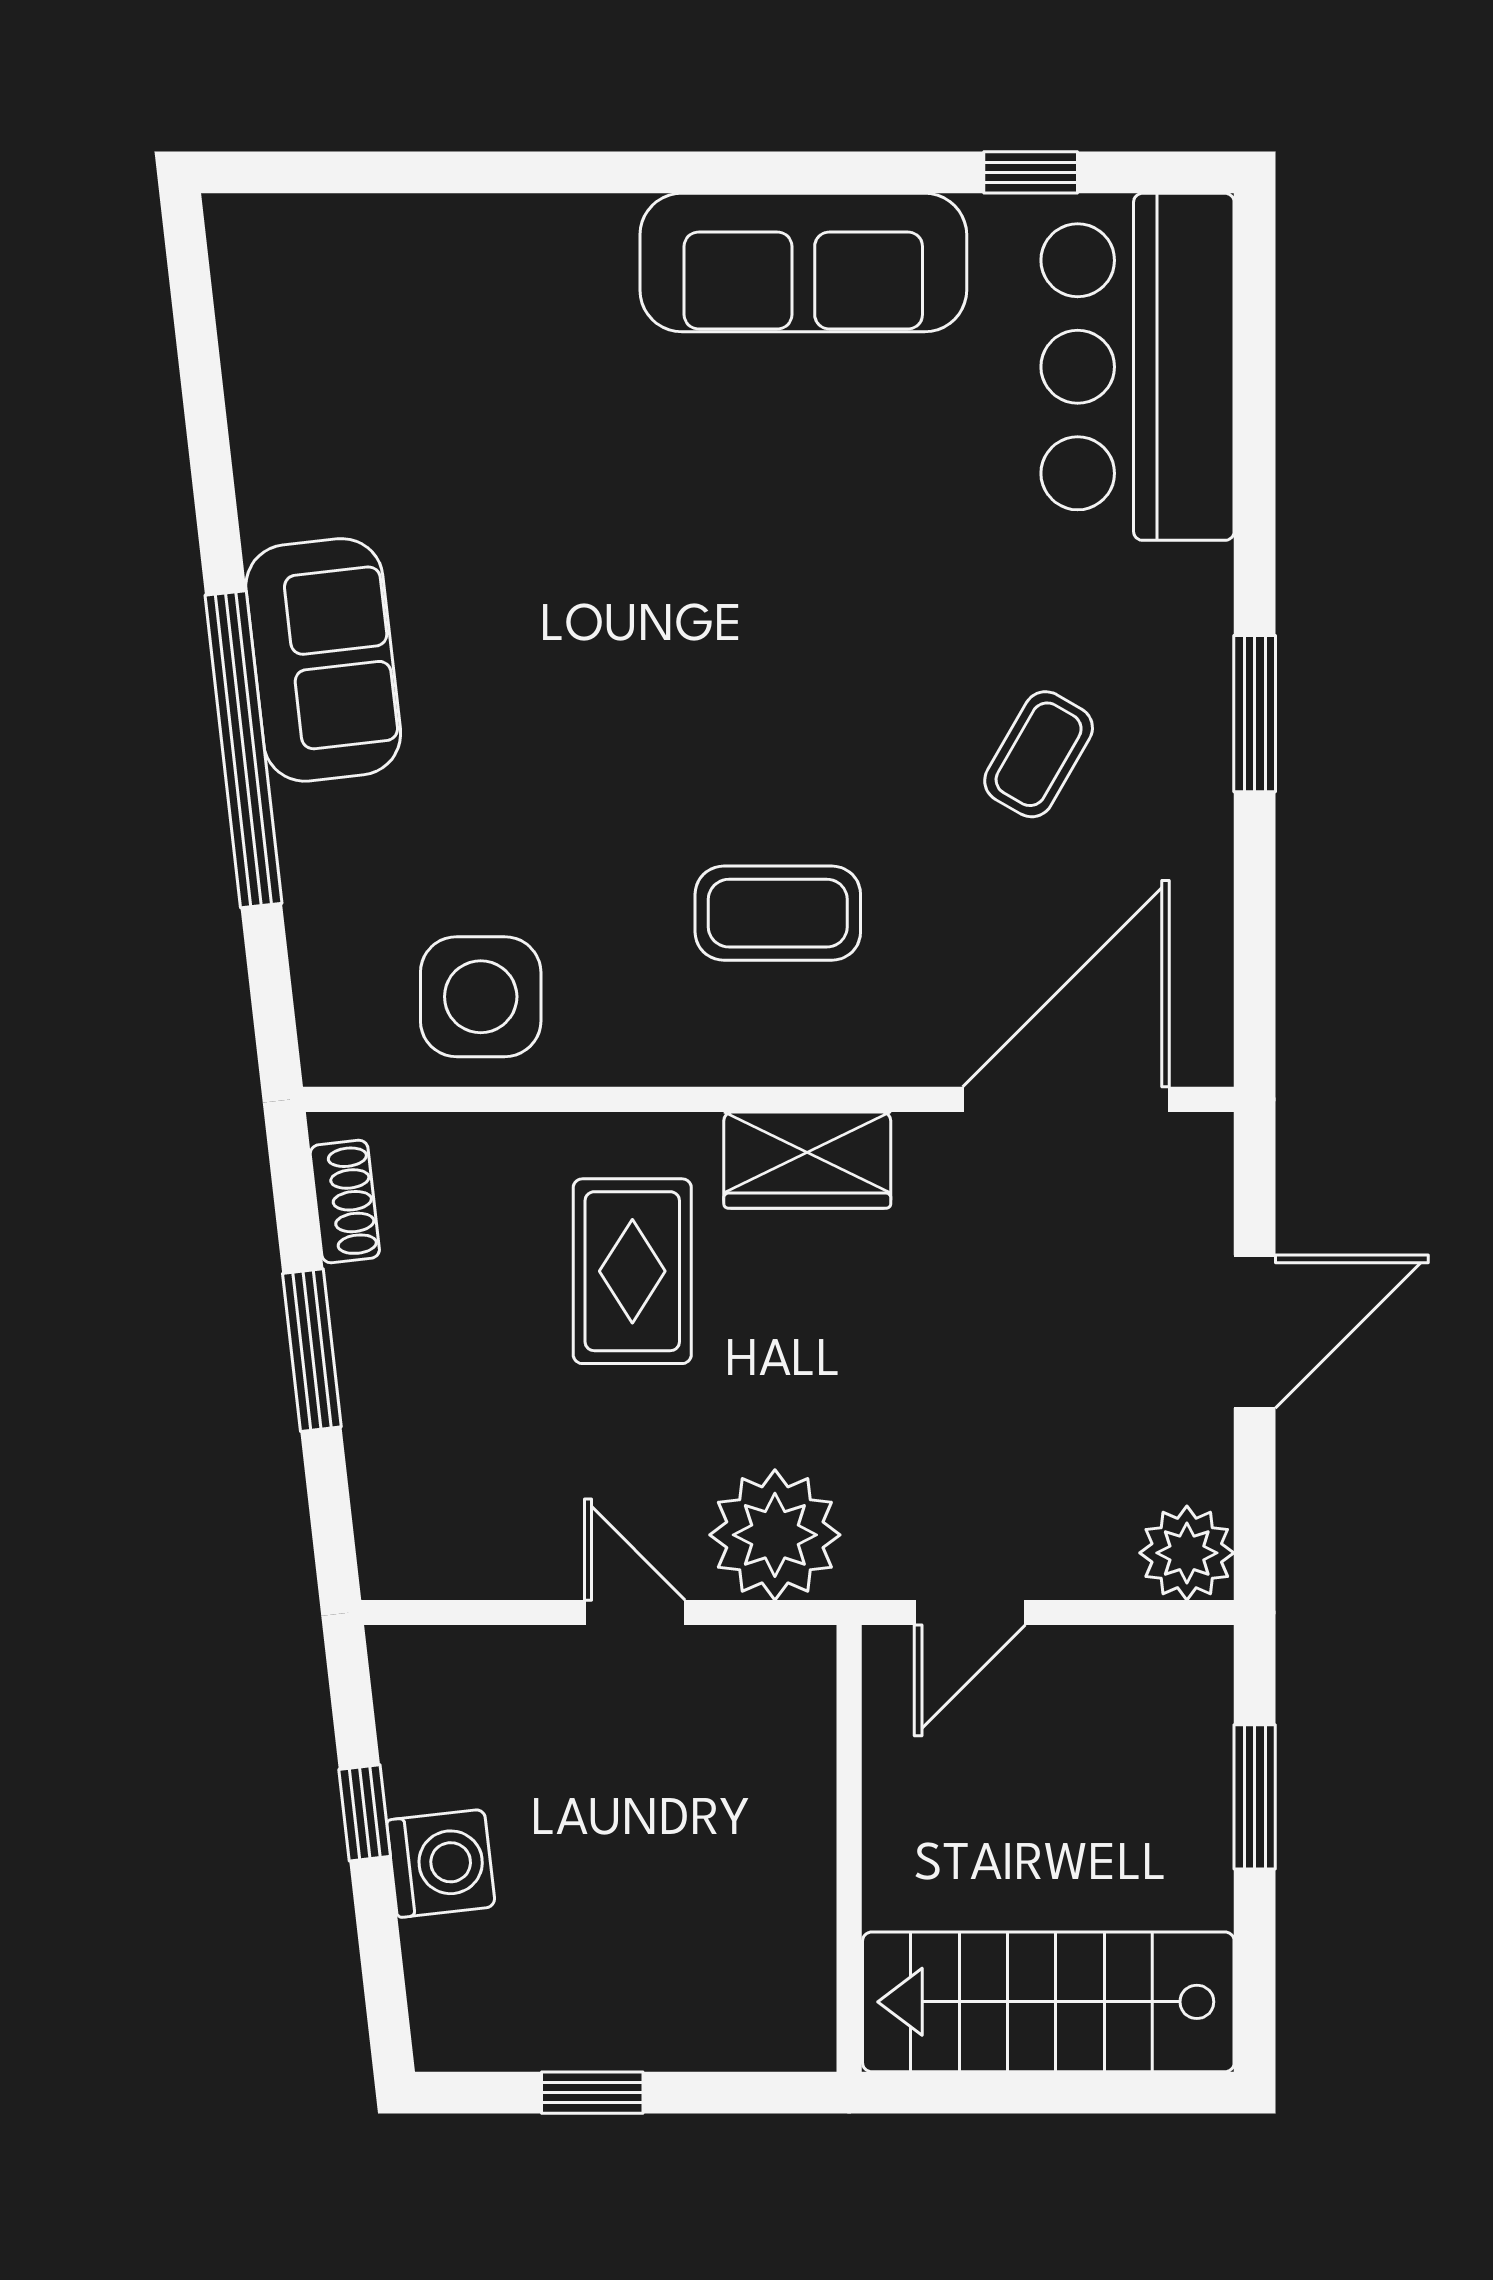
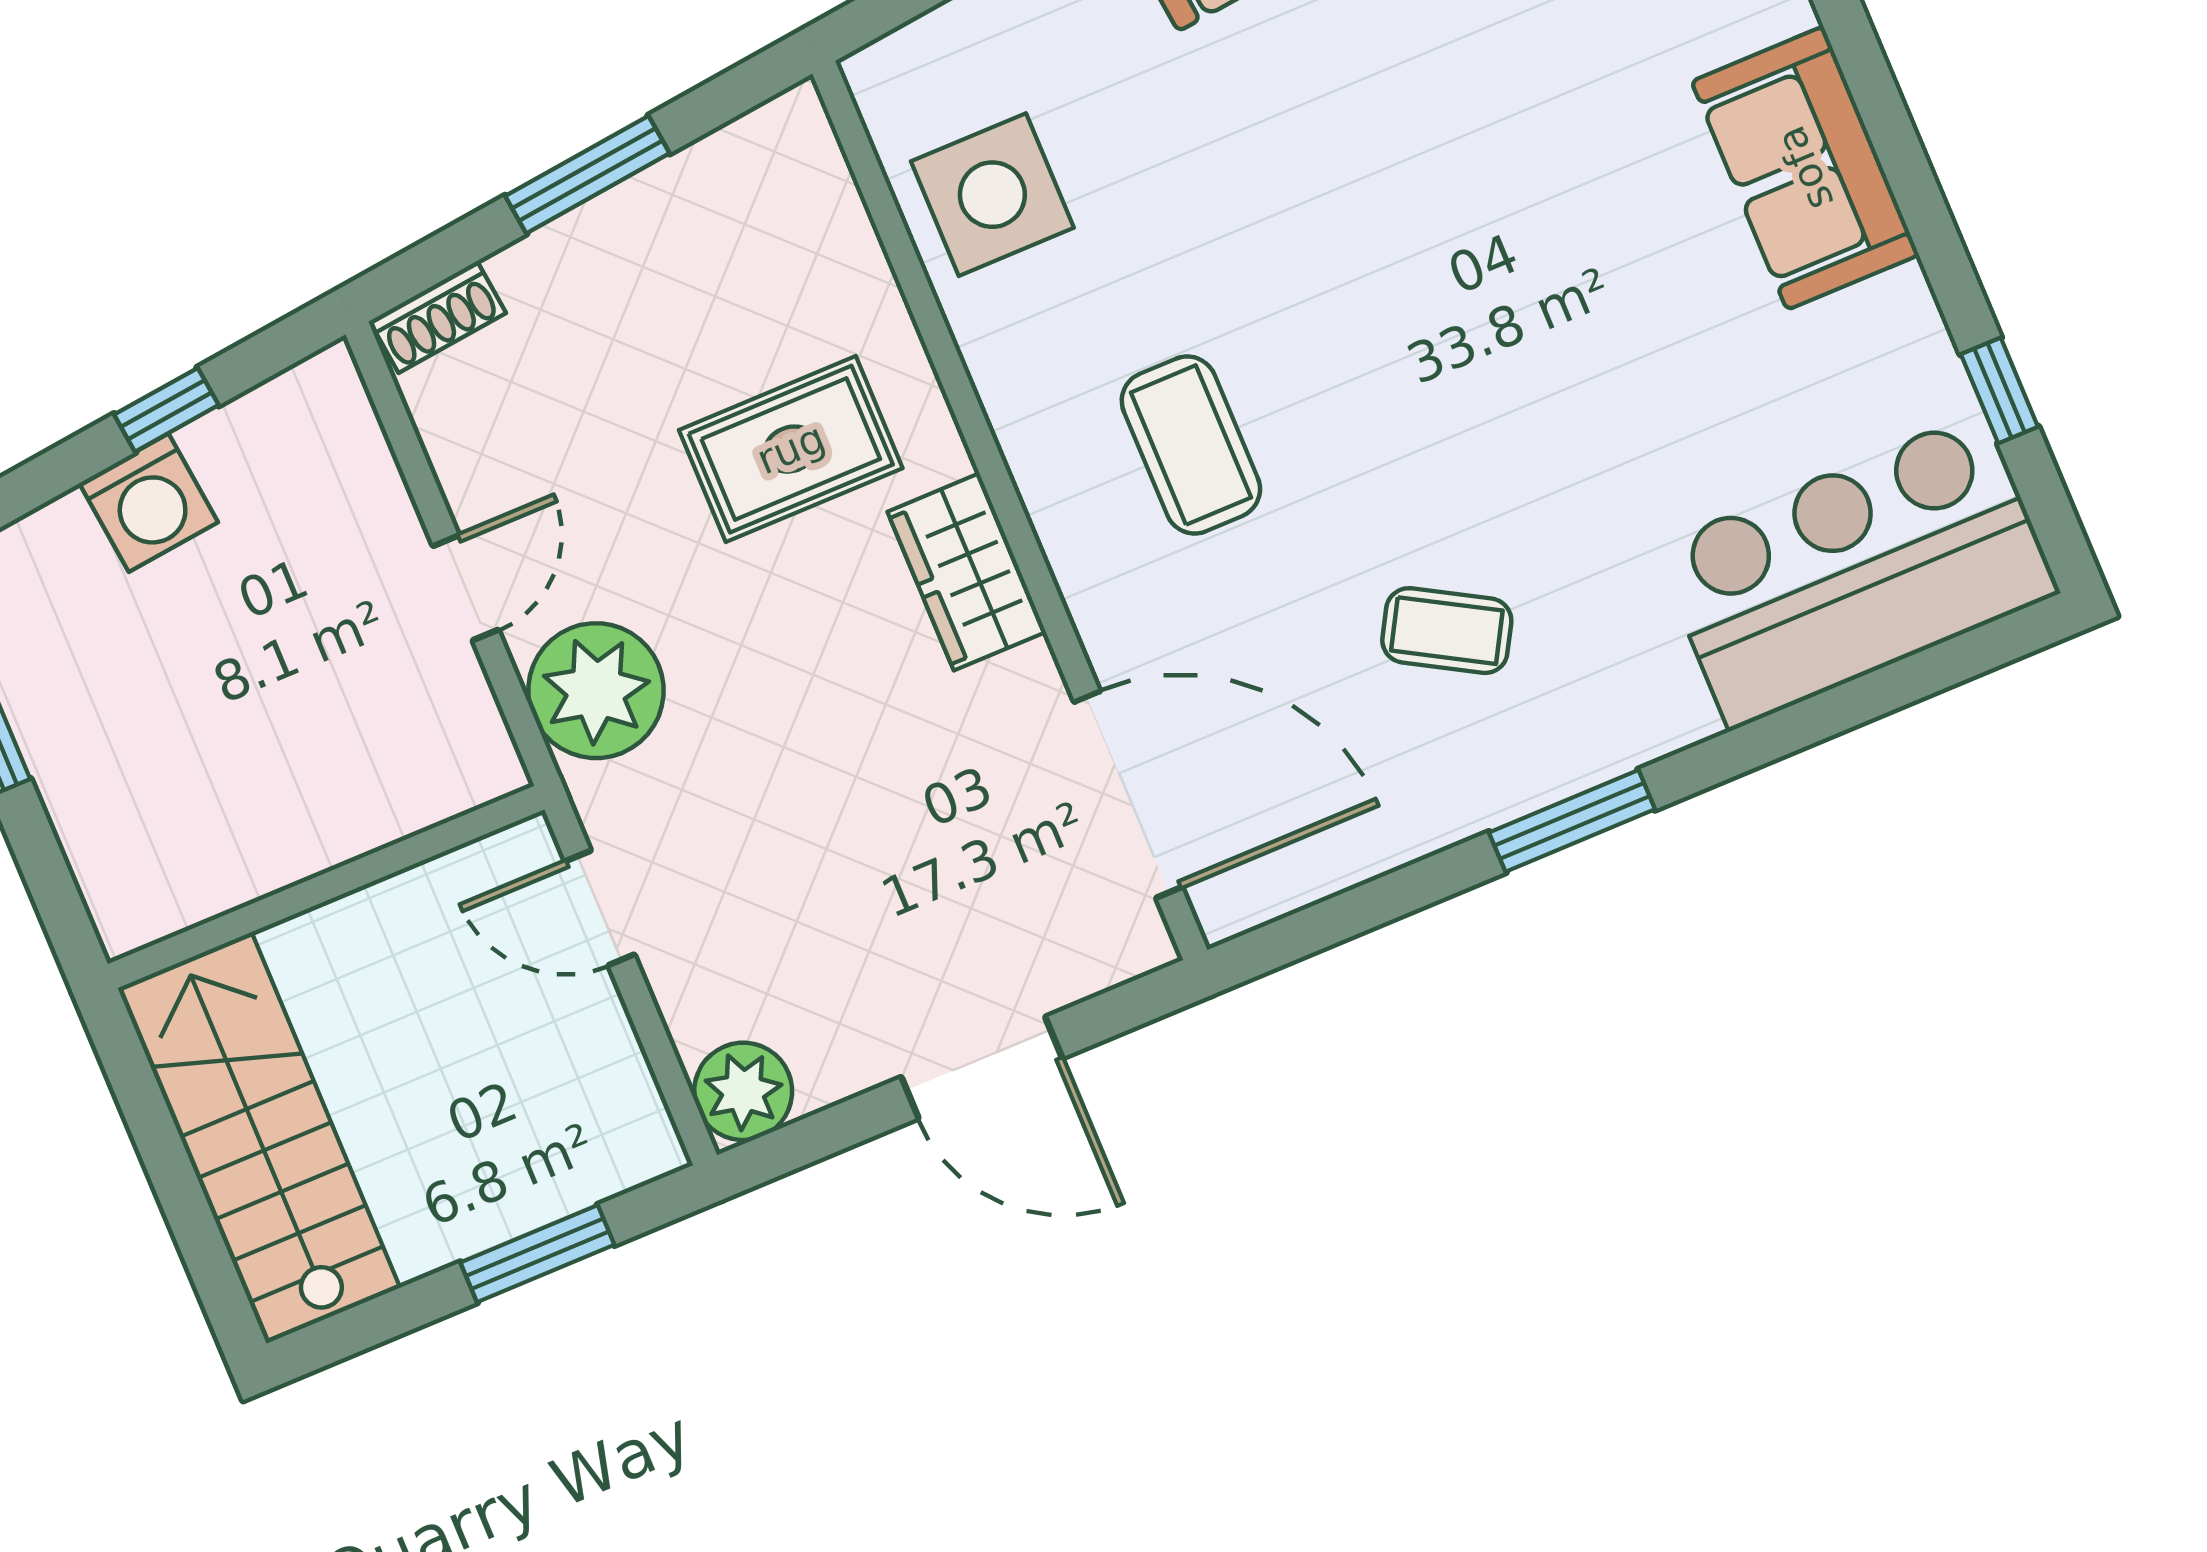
sofa: (803, 262) -> (1805, 168), width x0.73
shoe rack: (345, 1202) -> (438, 317), moved

